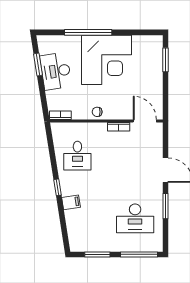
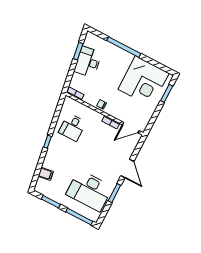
corner desk: (107, 60) -> (144, 81), moved
door: (145, 121) -> (131, 128), swing flipped
filing cabinet: (71, 202) -> (46, 174), moved
desk: (135, 218) -> (89, 191), width x1.36, depth x1.30

